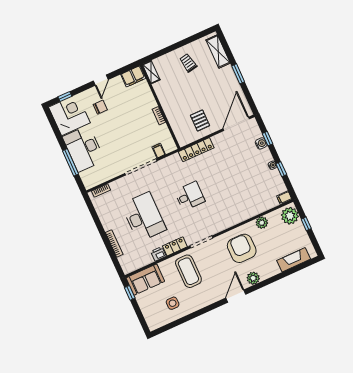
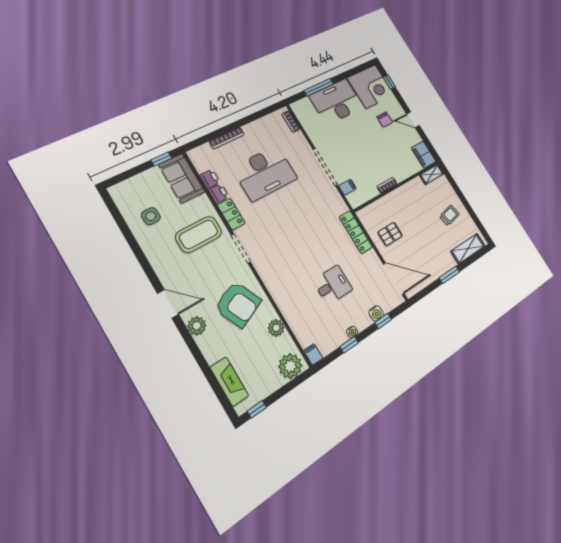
desk: (190, 196) -> (333, 285), moved, turned -90
window: (306, 224) -> (257, 409), moved
armchair: (242, 248) -> (238, 304), turned 66
printer: (147, 259) -> (210, 179), added

